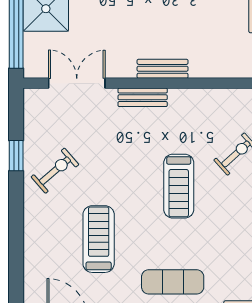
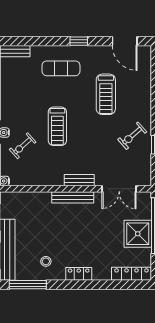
bench: (163, 69) -> (73, 197), width x1.36
treadmill: (179, 186) -> (57, 126), turned 180

